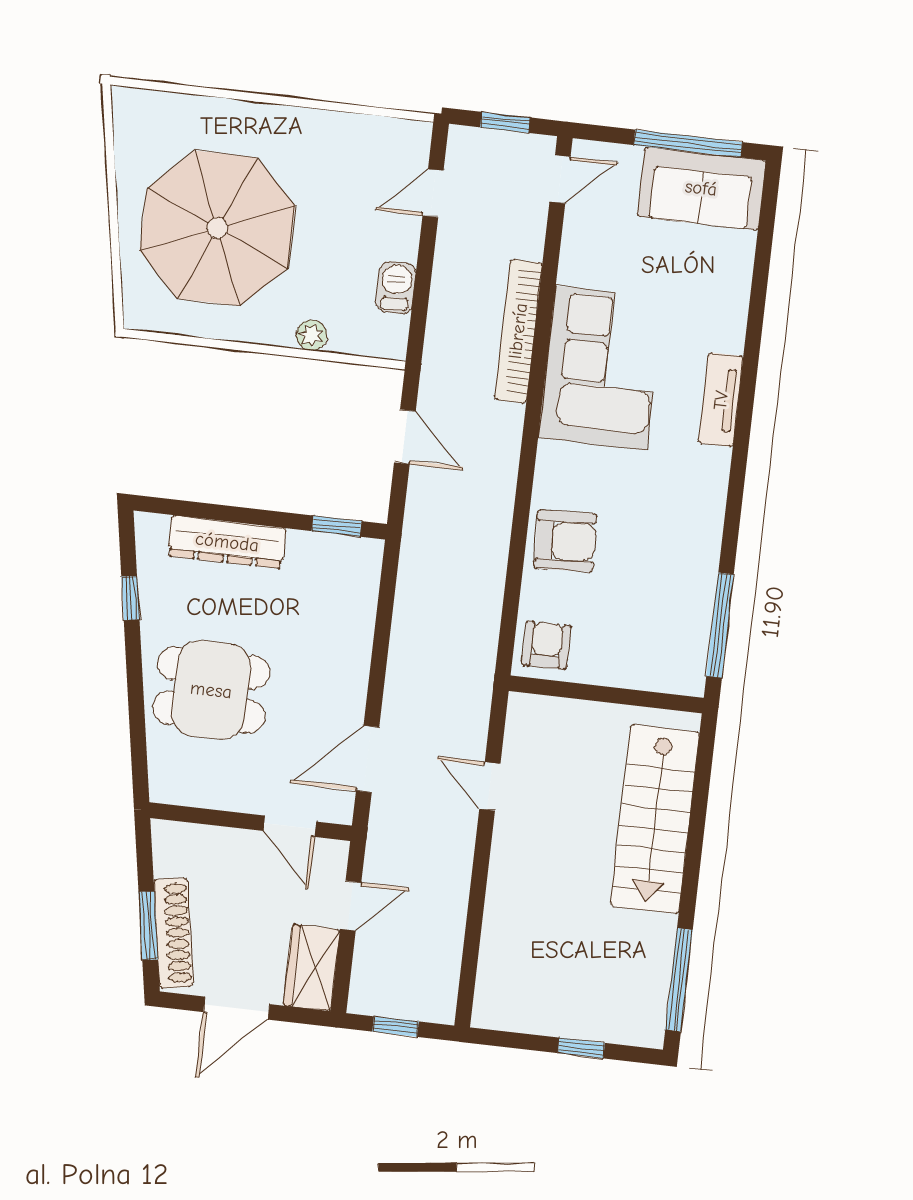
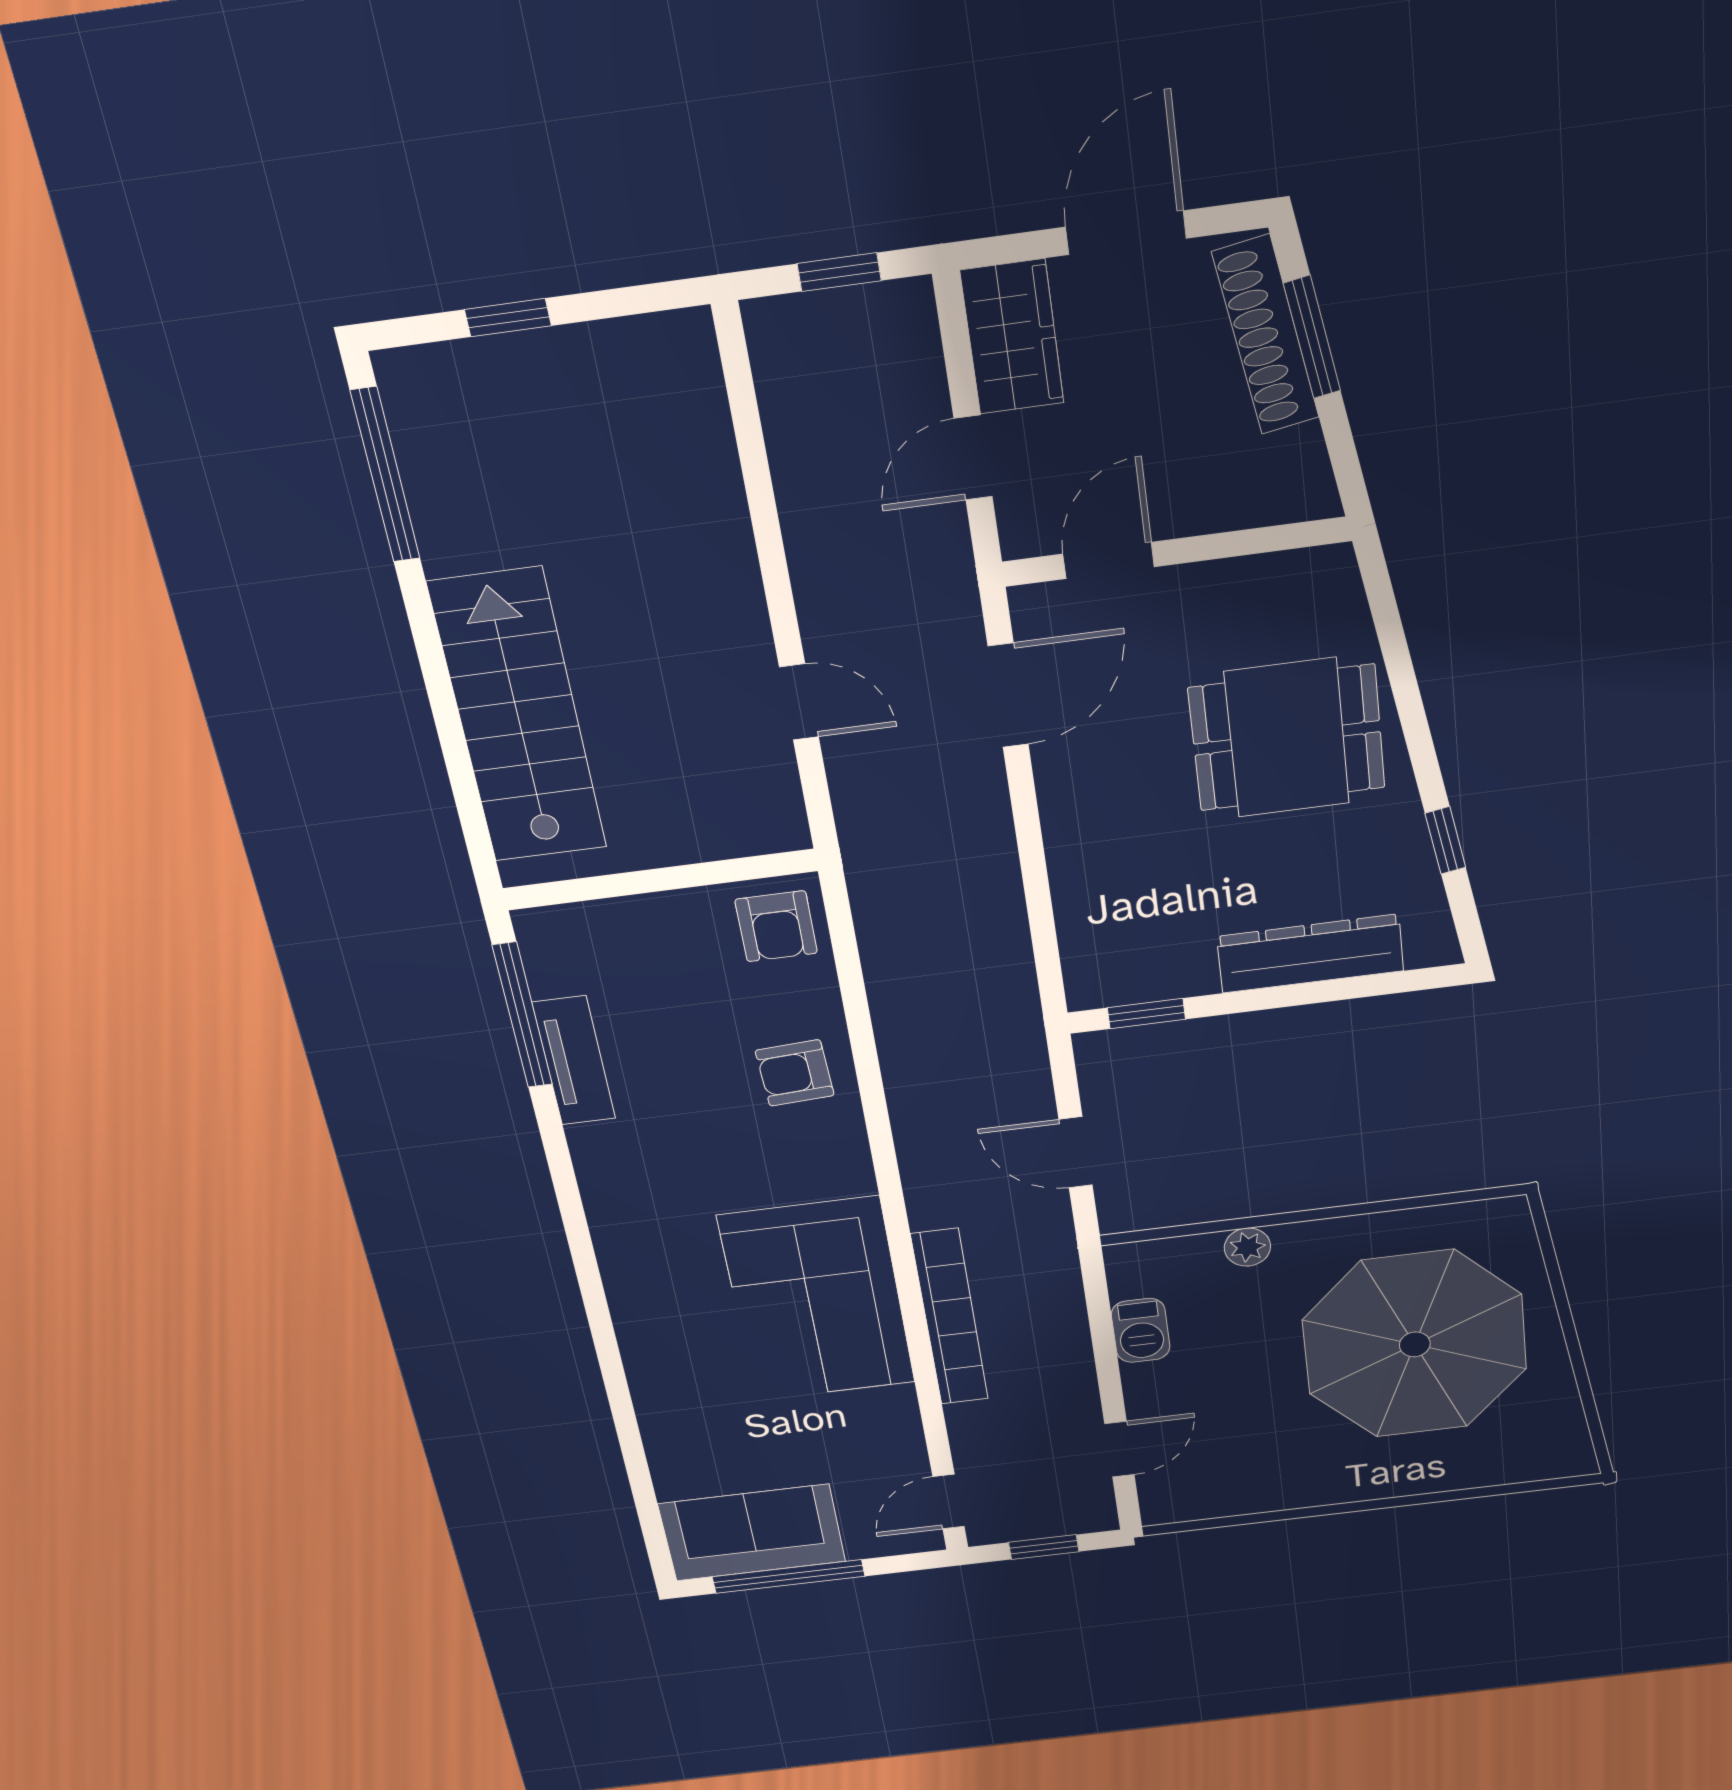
tv unit: (721, 400) -> (574, 1061), moved
armchair: (565, 541) -> (795, 1073), width x0.72, depth x0.72
door: (290, 826) -> (1109, 560), hinge flipped

